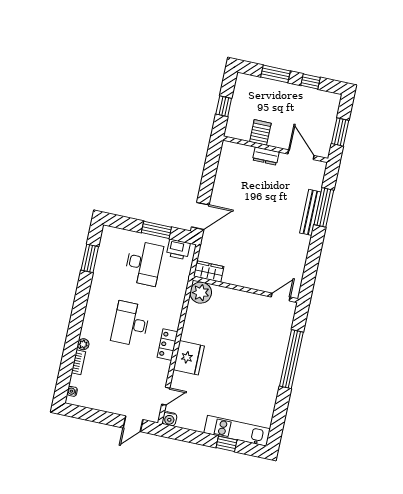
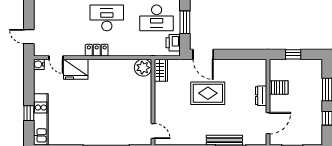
rug: (249, 220) -> (208, 93), added
fridge: (189, 358) -> (76, 69), moved

